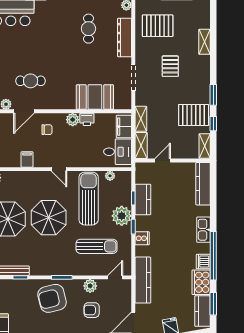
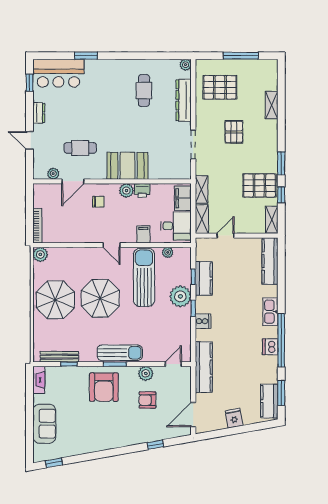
booth: (95, 97) -> (128, 166), moved
filing cabinet: (27, 159) -> (143, 234), moved
sun lounger: (97, 246) -> (120, 353), moved
cooker: (201, 282) -> (268, 369), removed
armchair: (52, 298) -> (104, 387), turned -76

